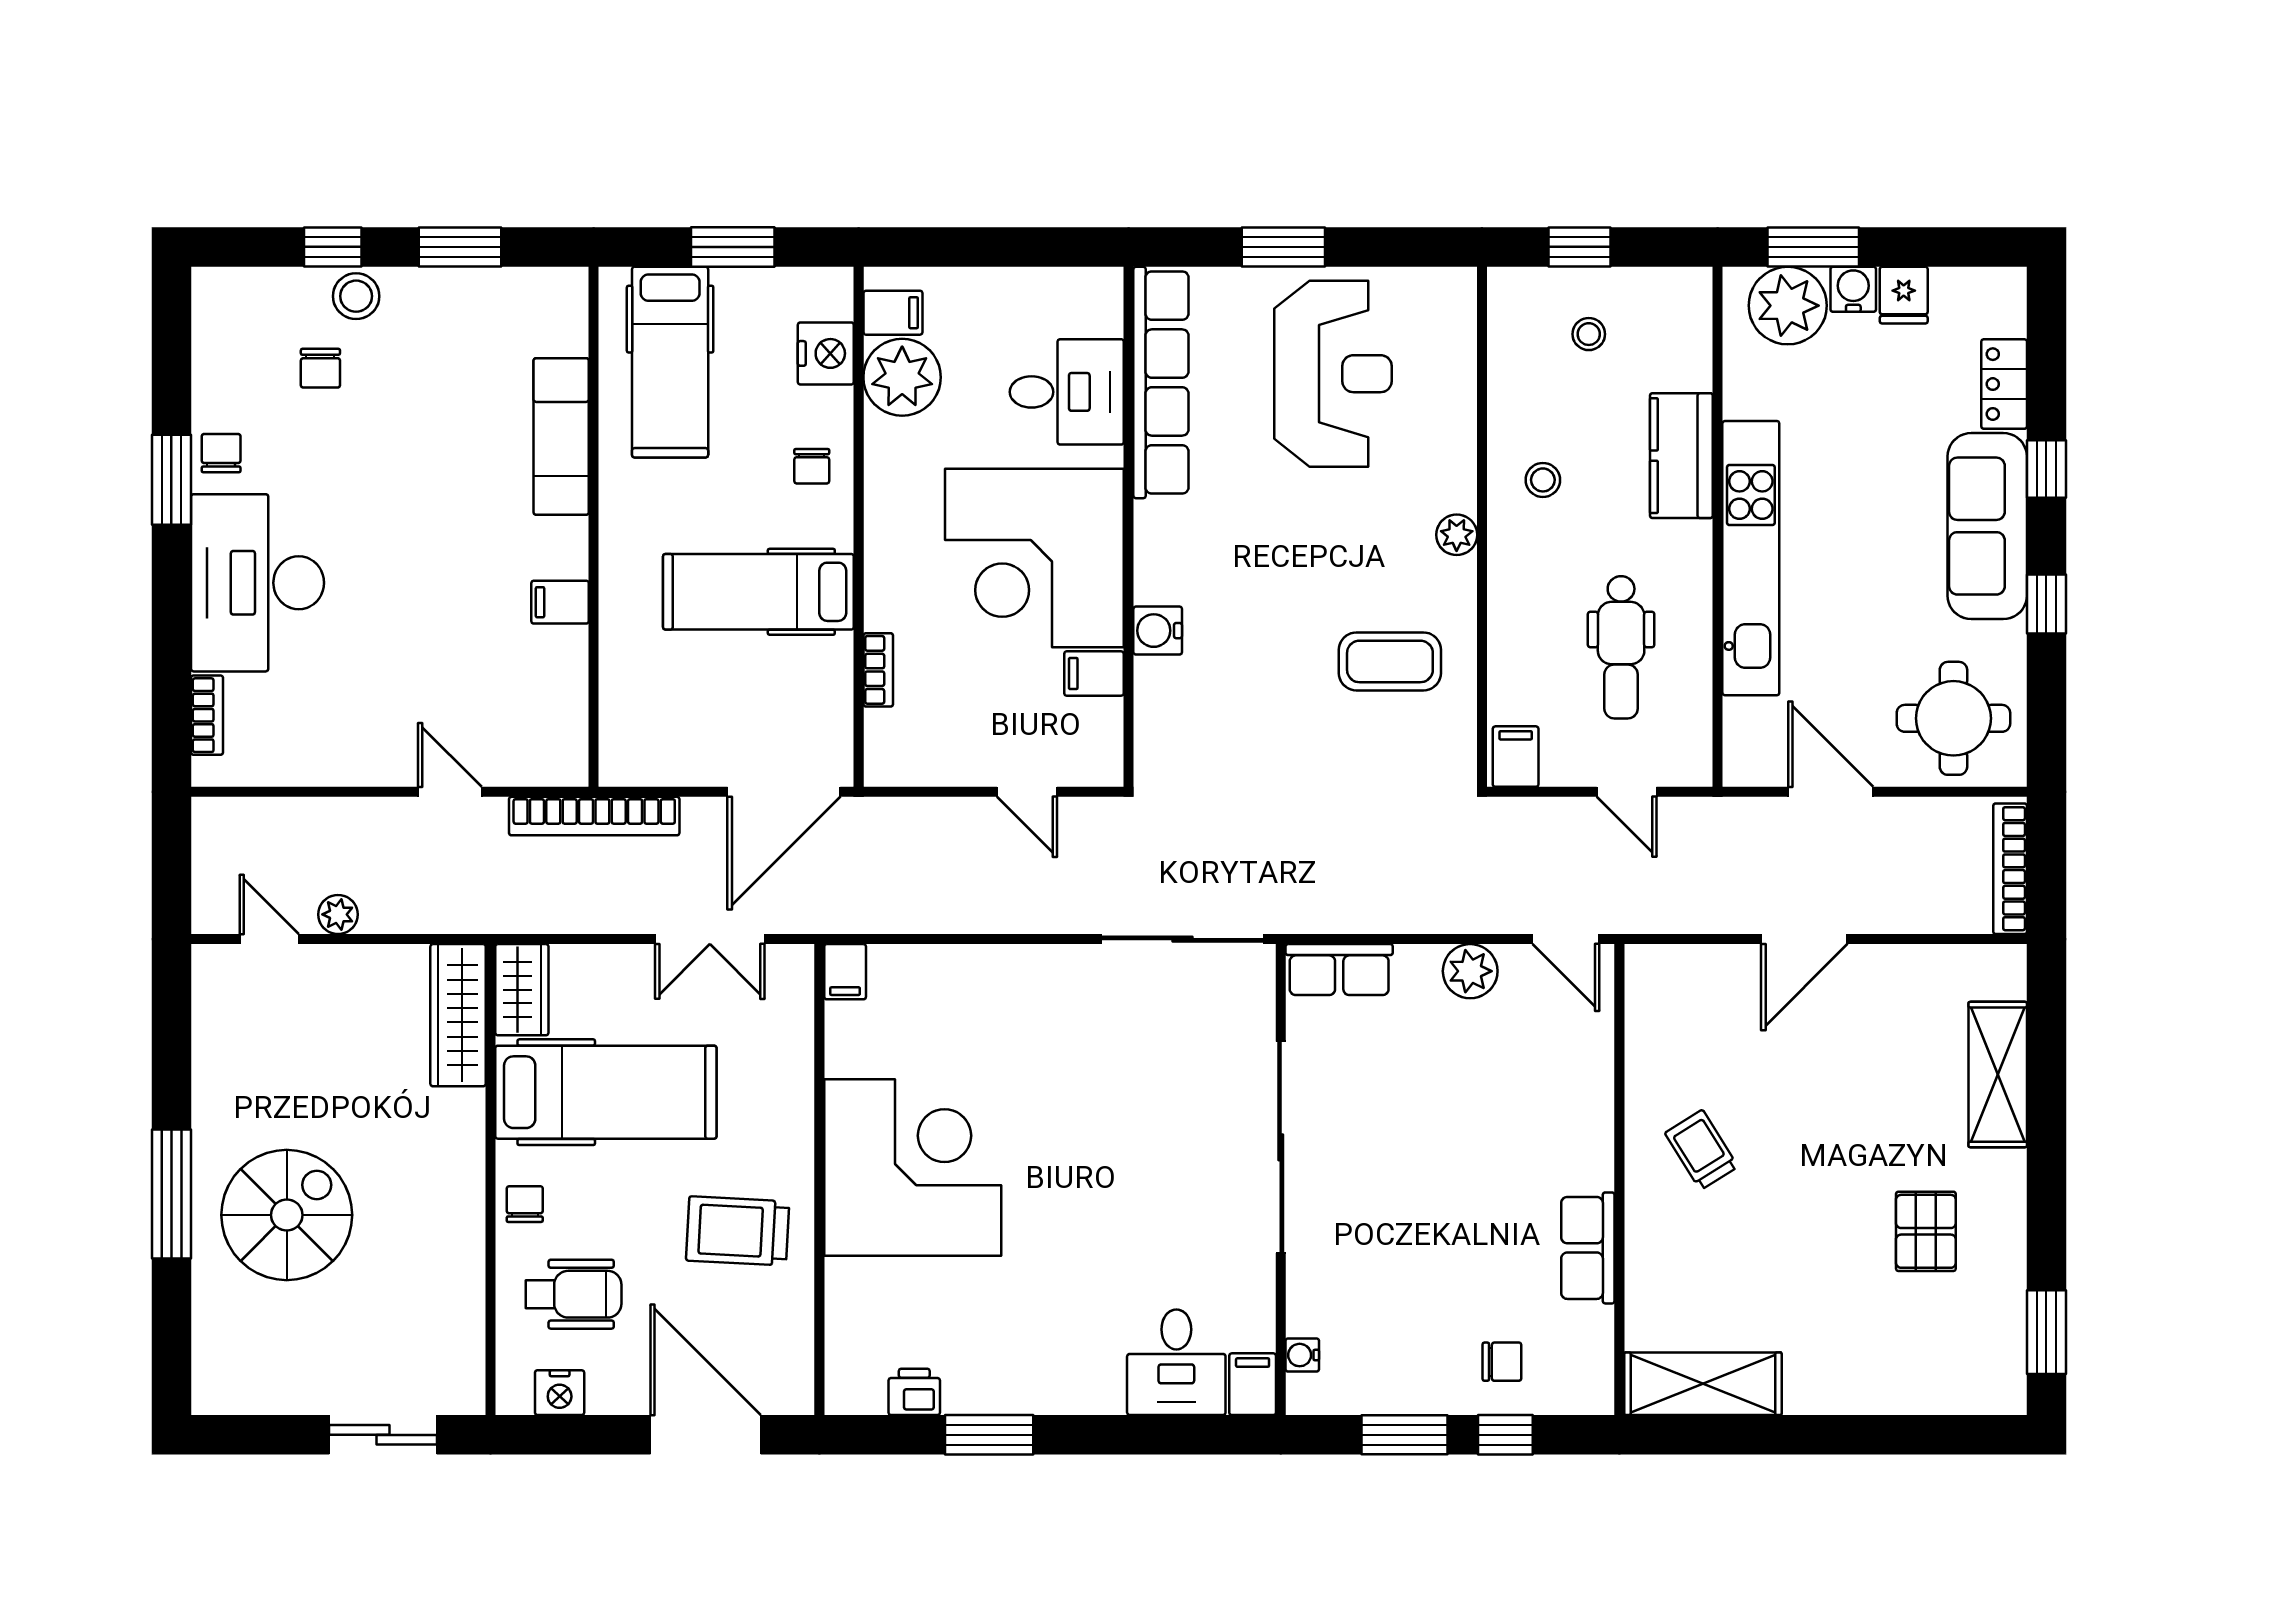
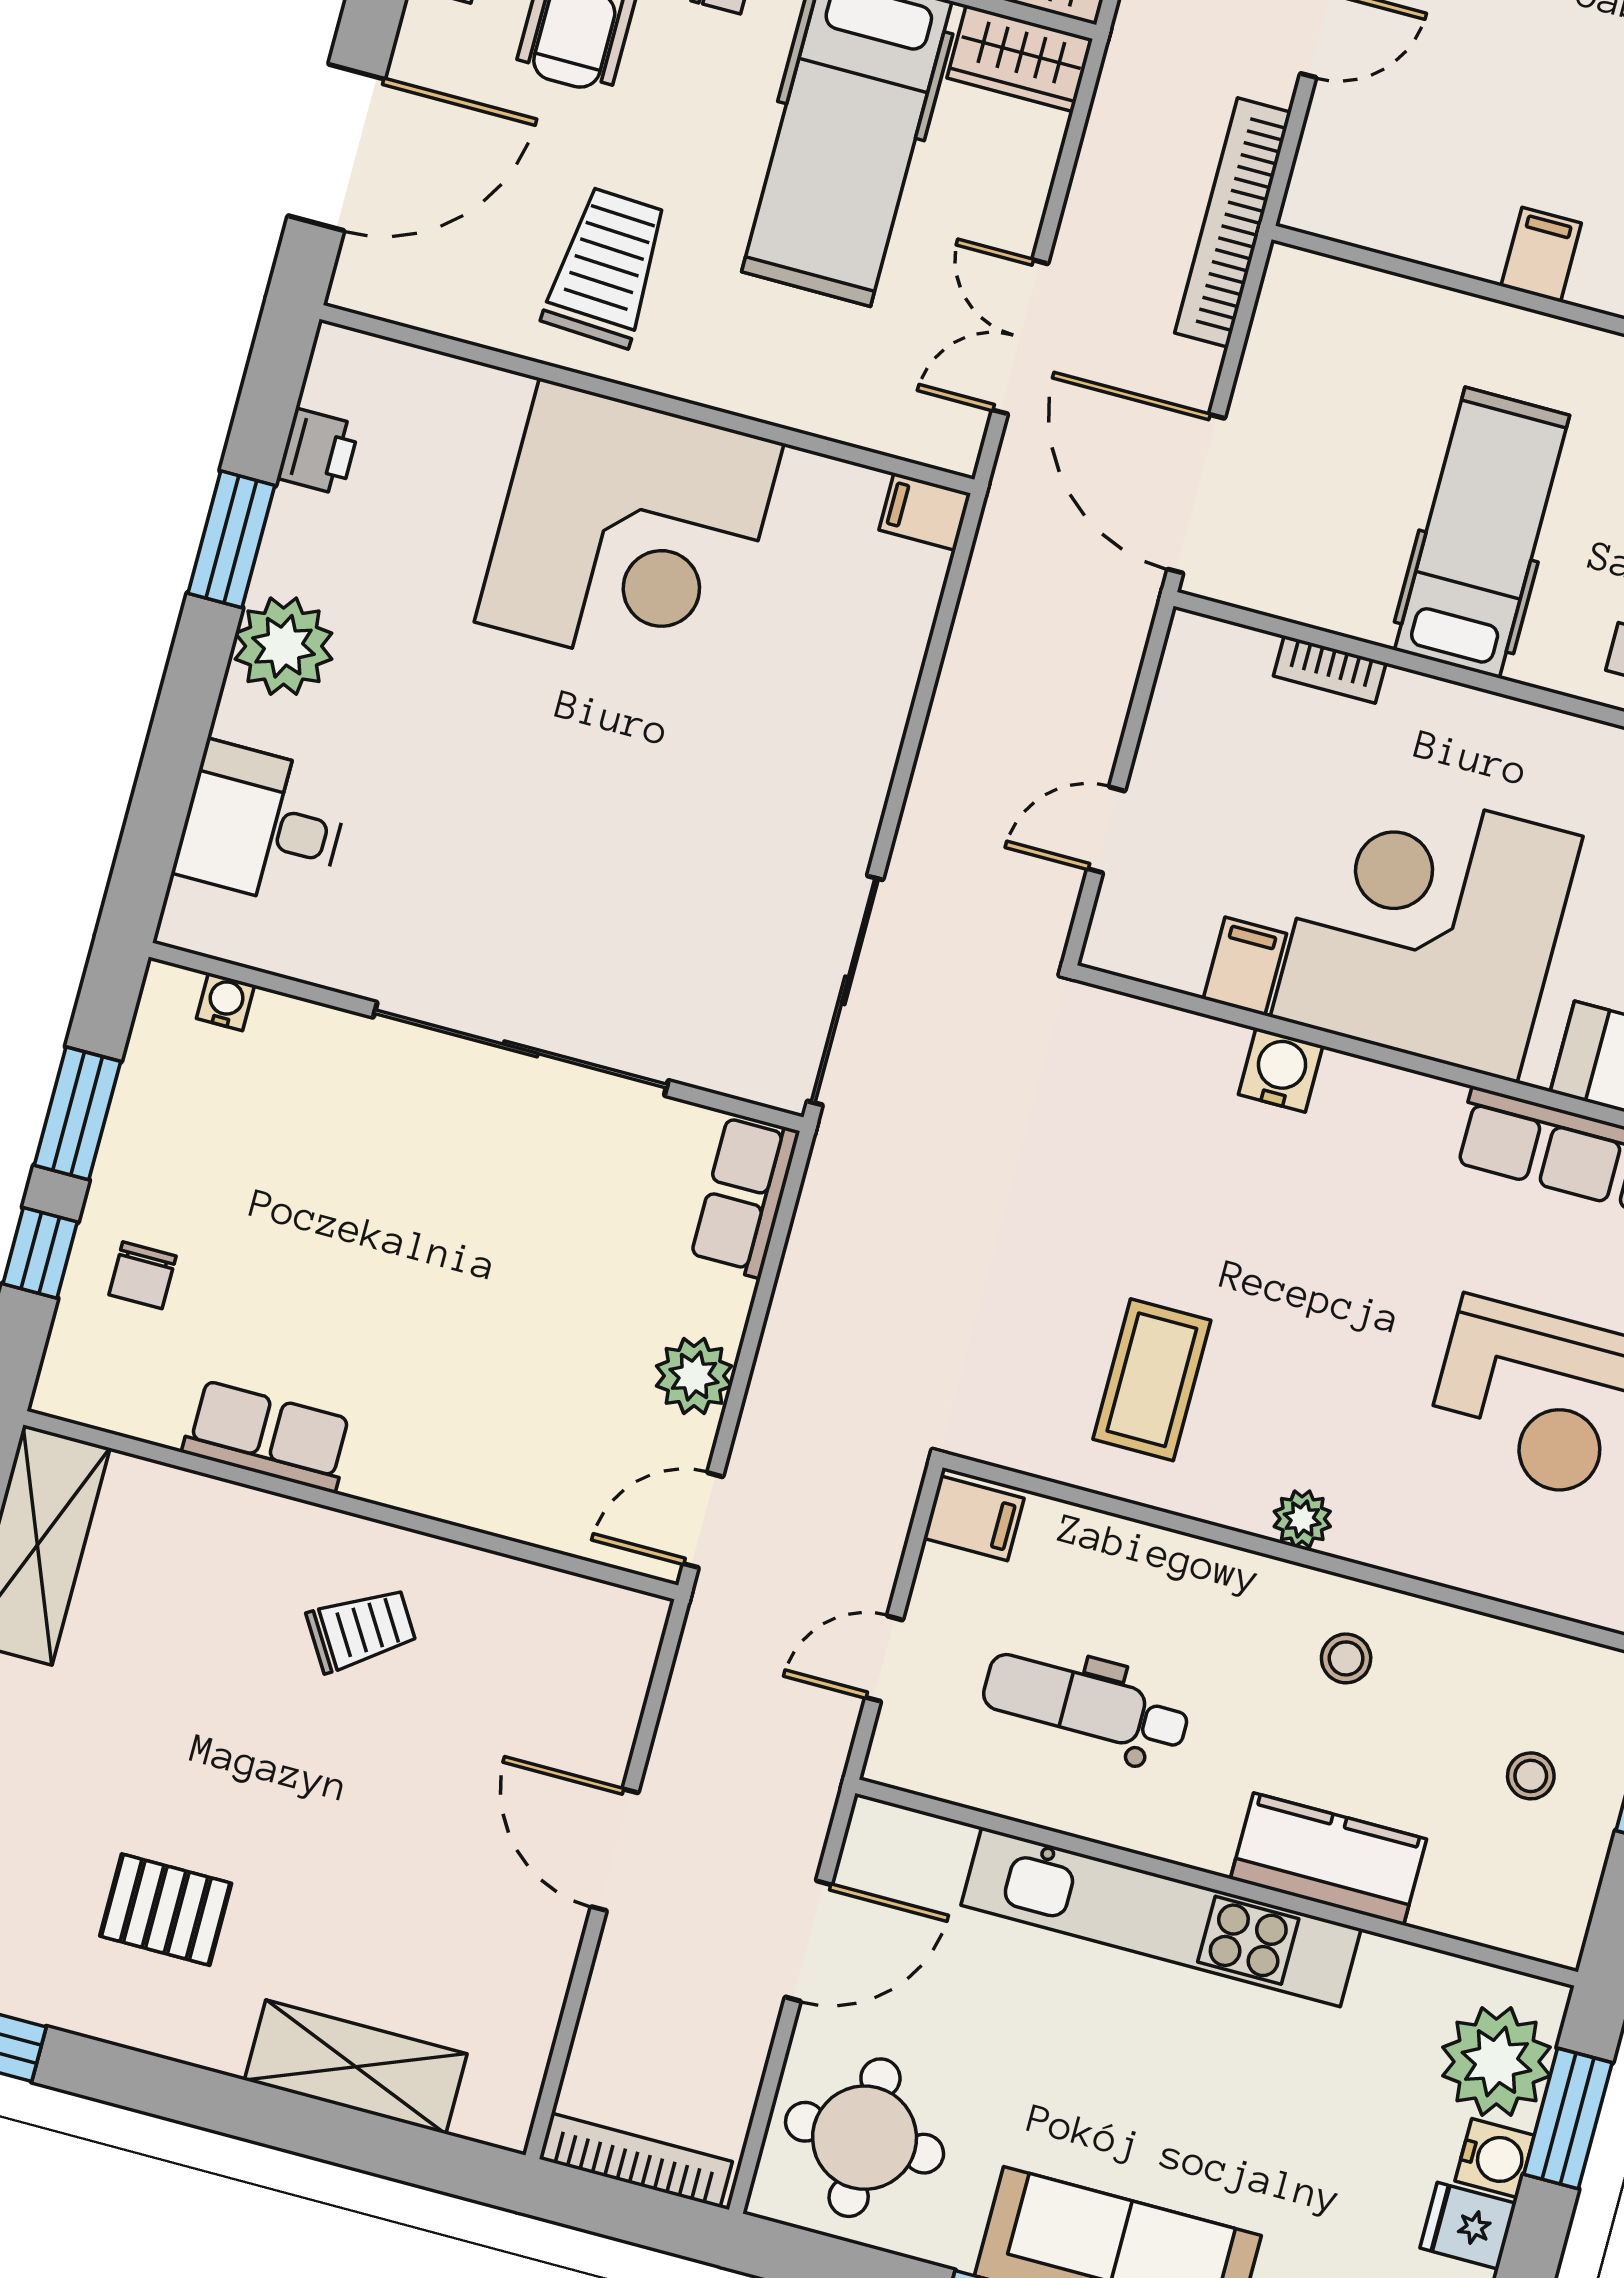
plant: (1052, 1380) -> (284, 646), added
filing cabinet: (1253, 1384) -> (204, 922), removed

